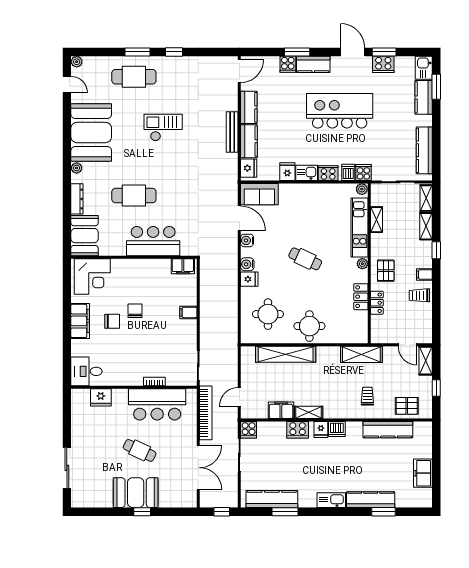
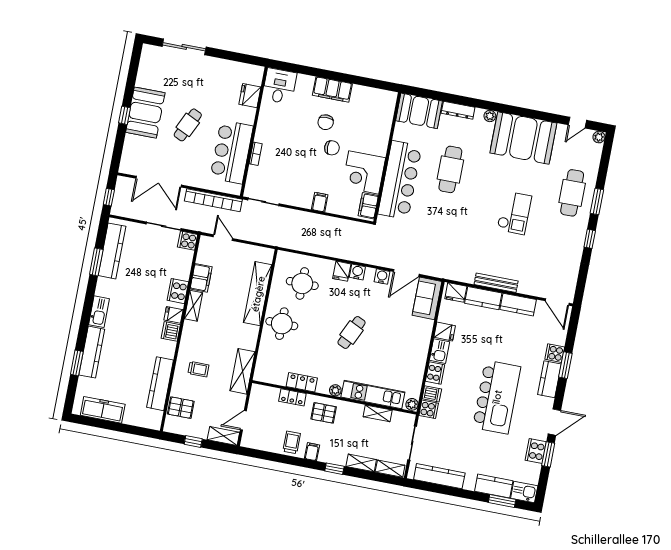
bar counter: (153, 241) -> (400, 180), width x1.36
corner desk: (92, 276) -> (364, 172), moved
pallet: (407, 406) -> (181, 408), turned 90
freezer: (423, 473) -> (103, 410), width x1.40

